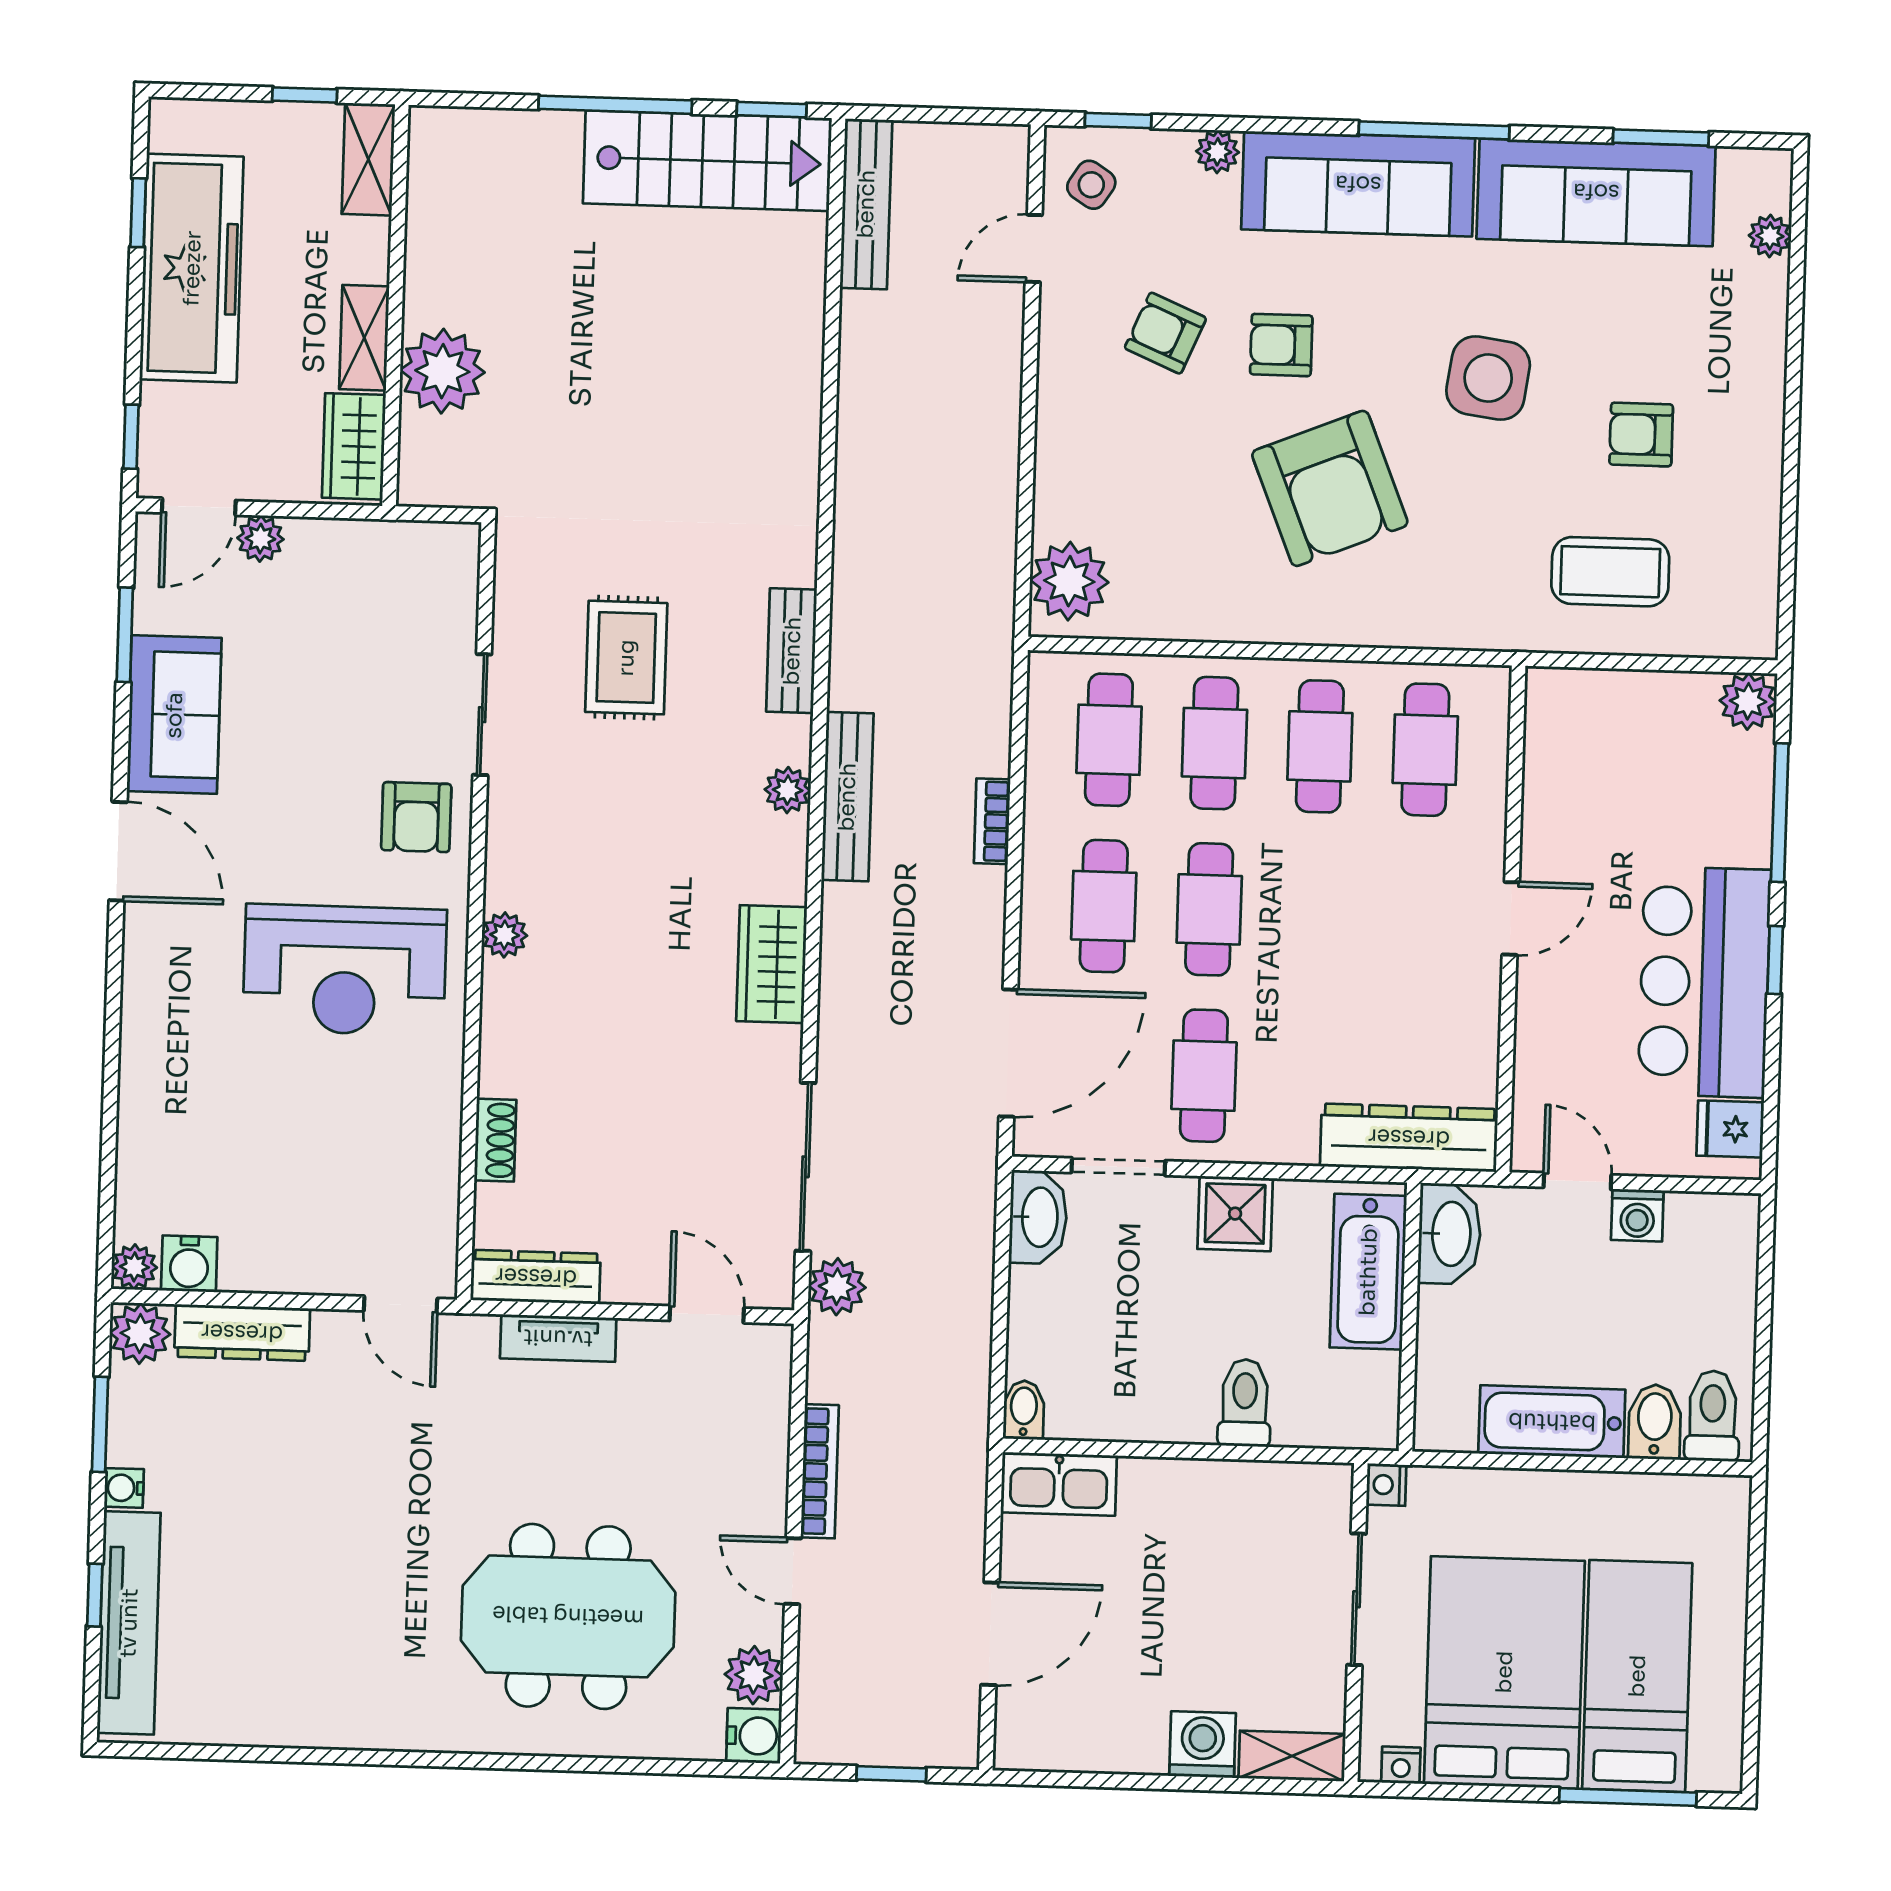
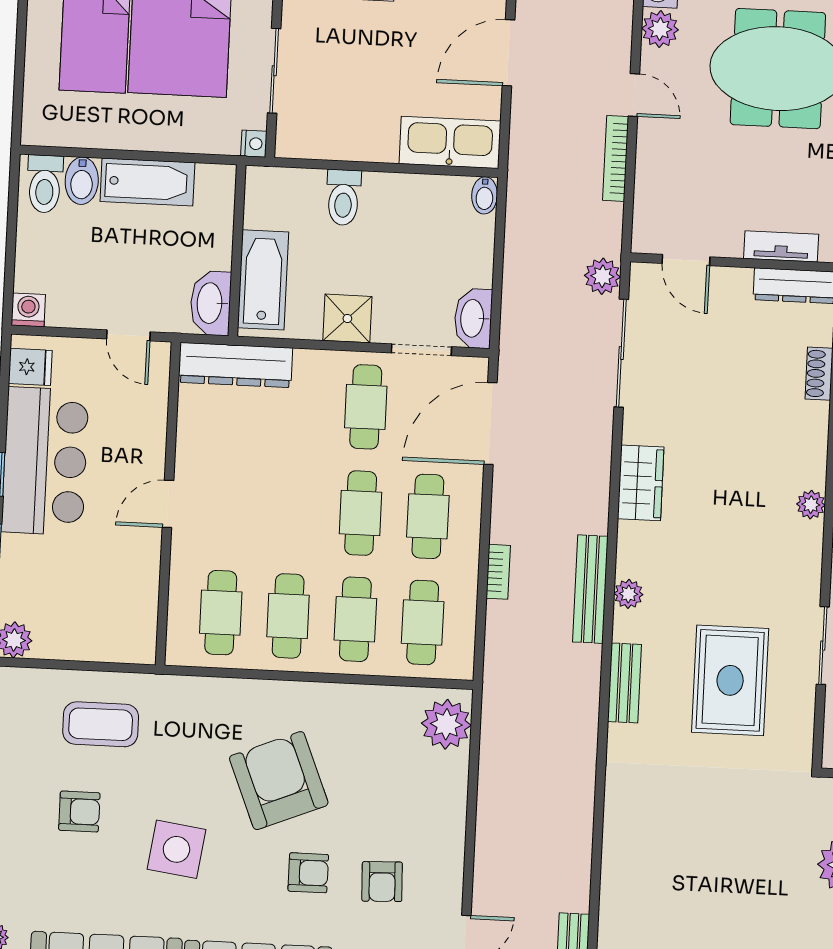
armchair: (1165, 333) -> (382, 882), turned 65
rug: (626, 658) -> (730, 680), width x1.36, depth x1.43
washing machine: (1637, 1215) -> (28, 310), moved
kitchen sink: (1059, 1484) -> (450, 142), width x1.36, depth x1.24

